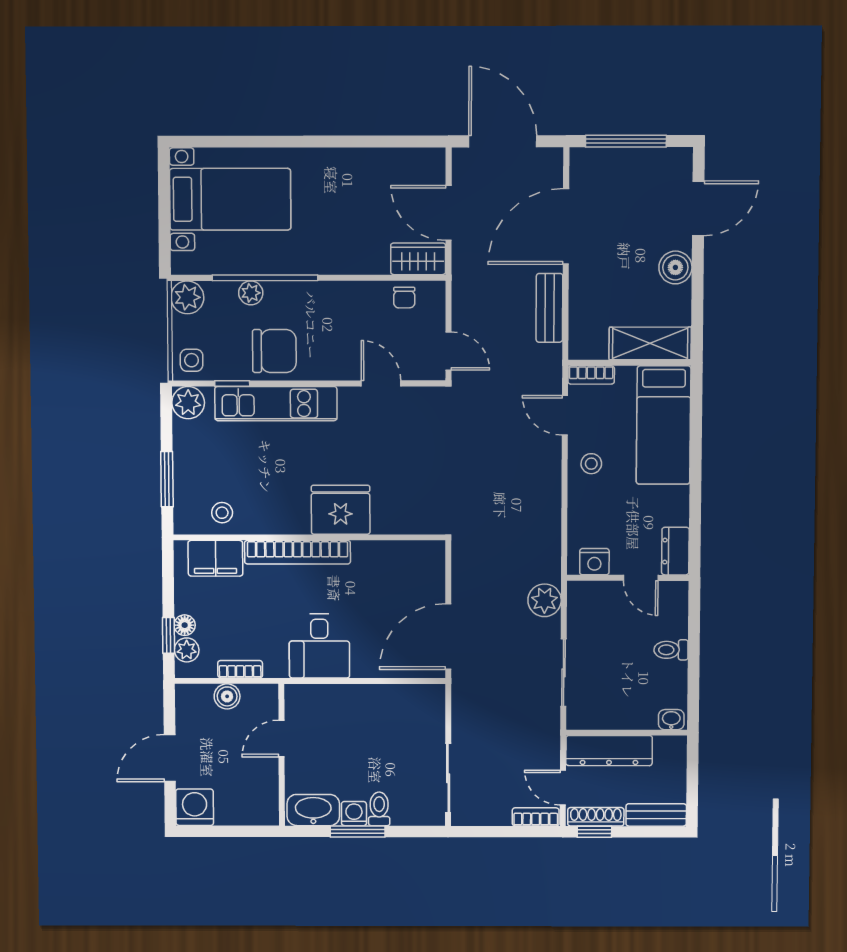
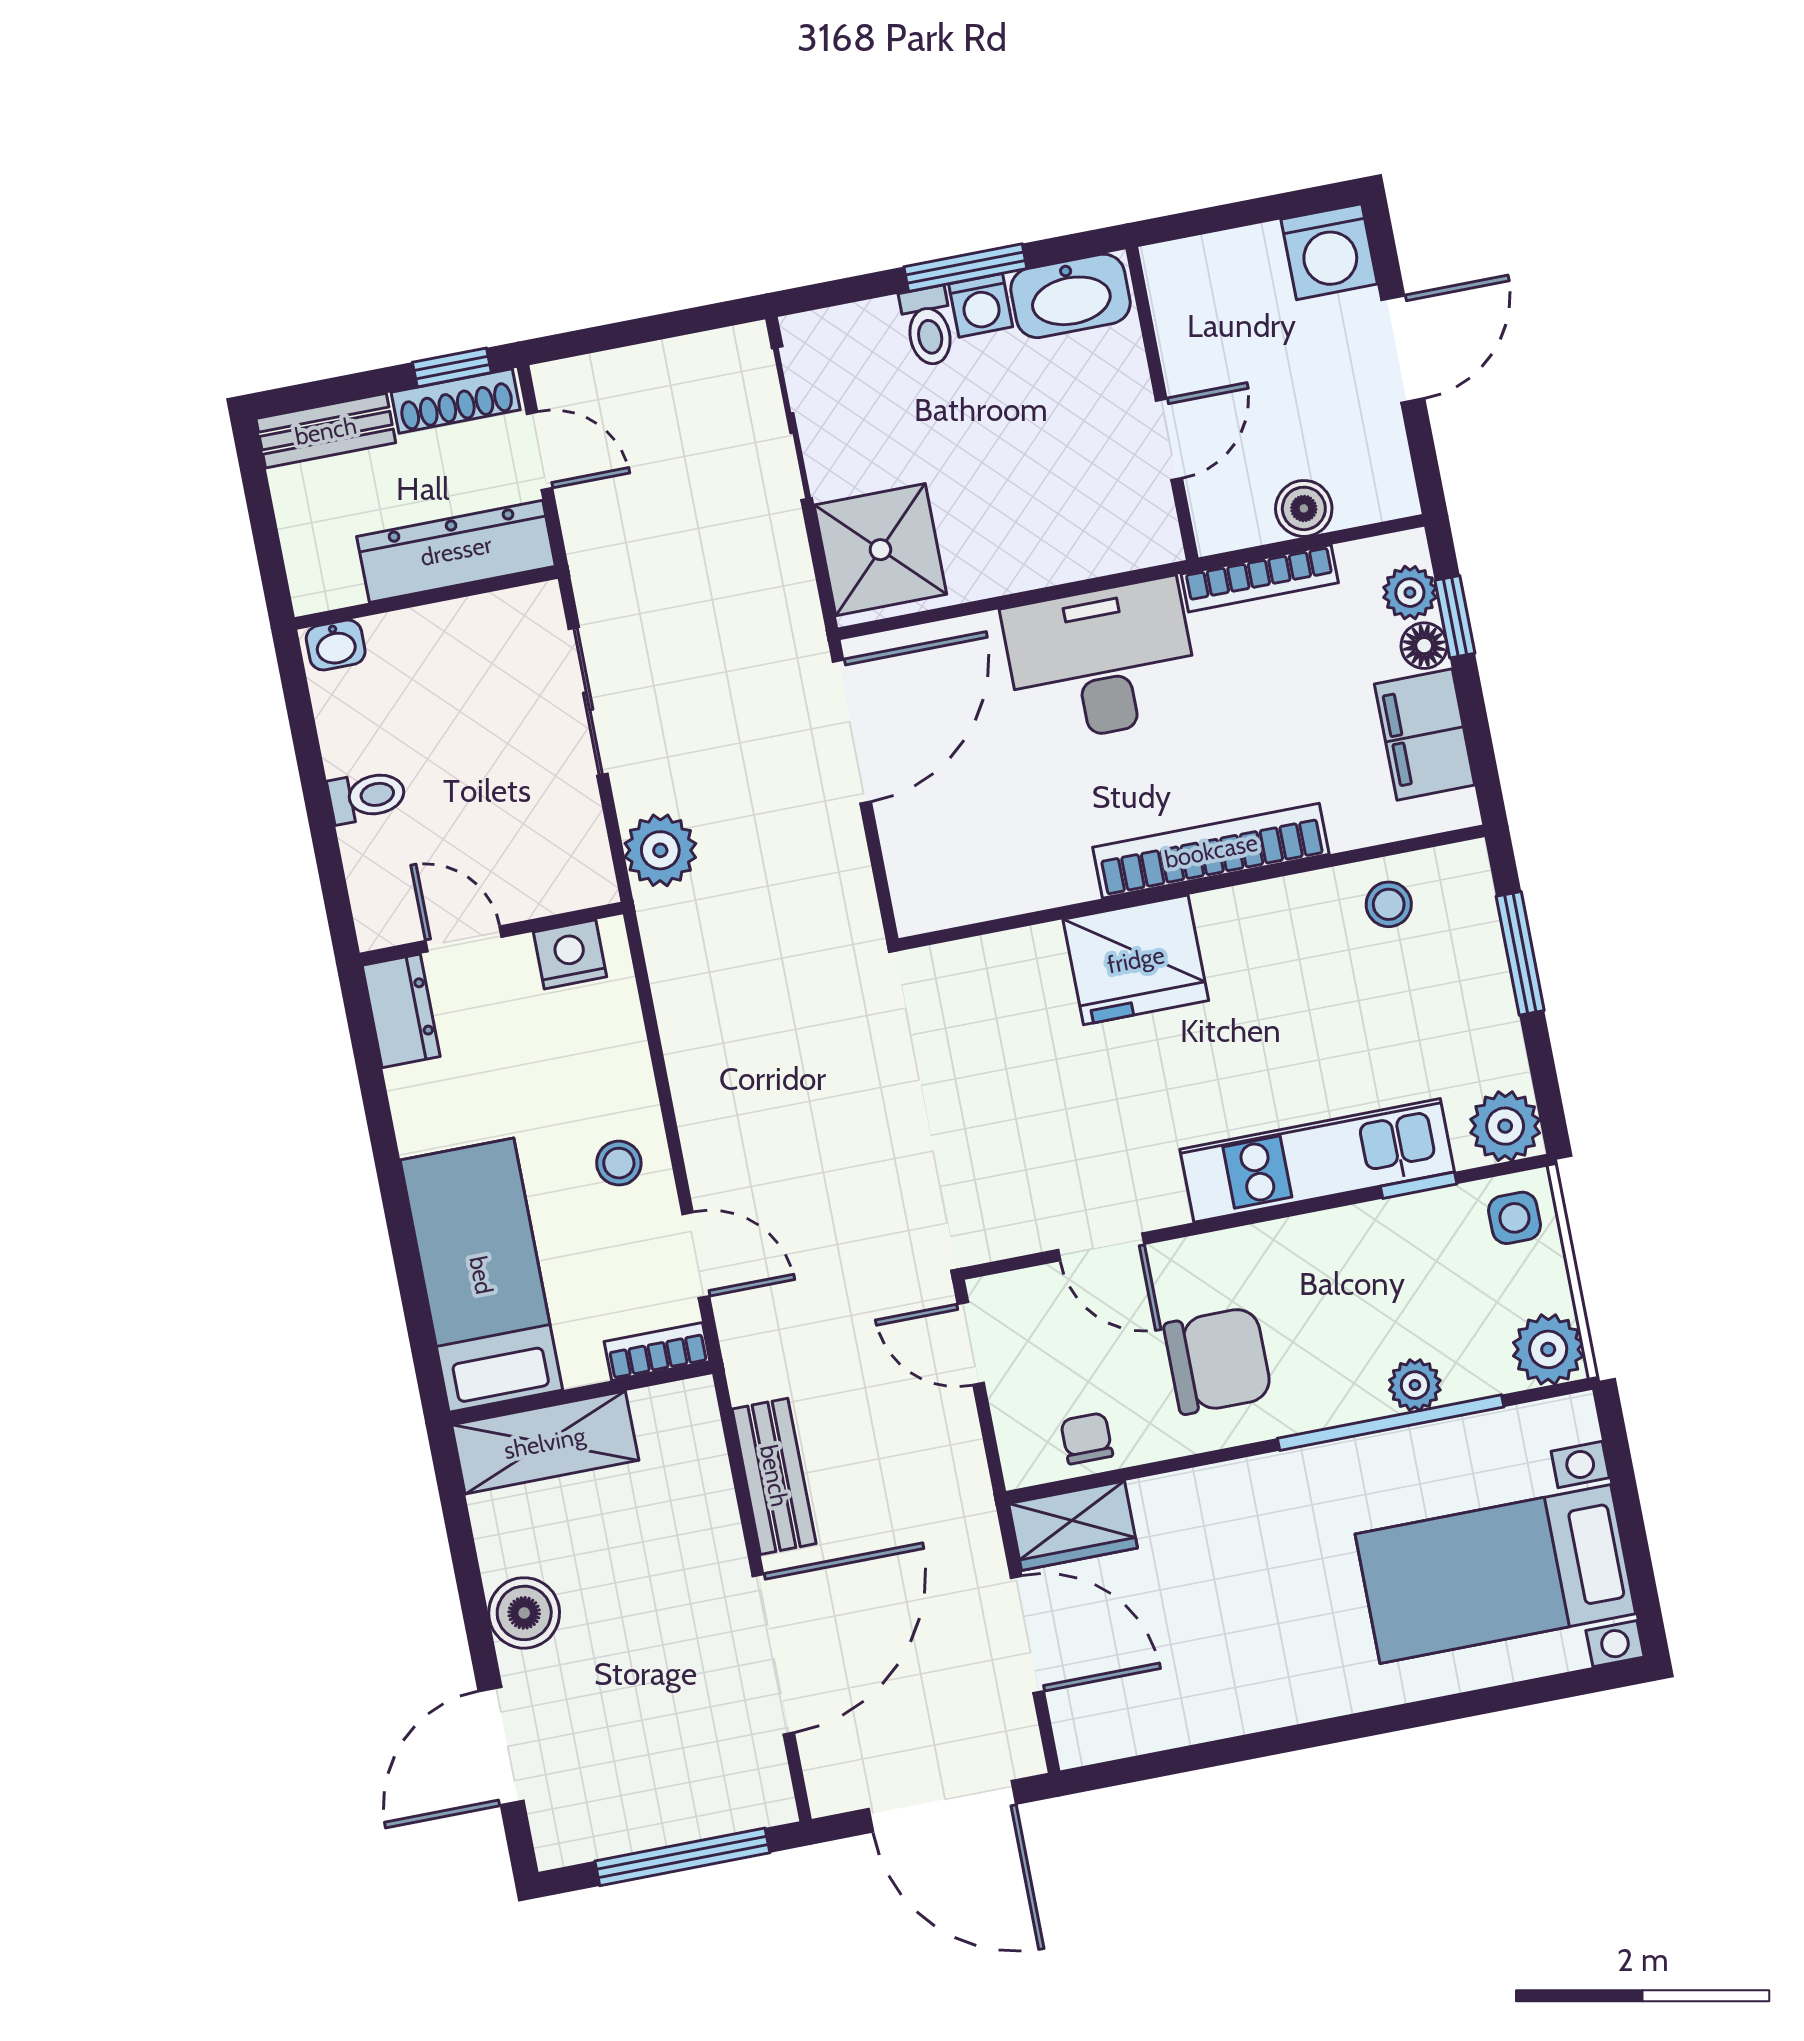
chair: (274, 351) -> (1218, 1361), moved, turned 180
filing cabinet: (215, 558) -> (1425, 734), moved, turned -90
desk: (319, 646) -> (1101, 662), width x1.37
bookcase: (240, 669) -> (1260, 578), width x1.56
shower: (420, 715) -> (880, 550), added
bookcase: (536, 817) -> (586, 375), removed

